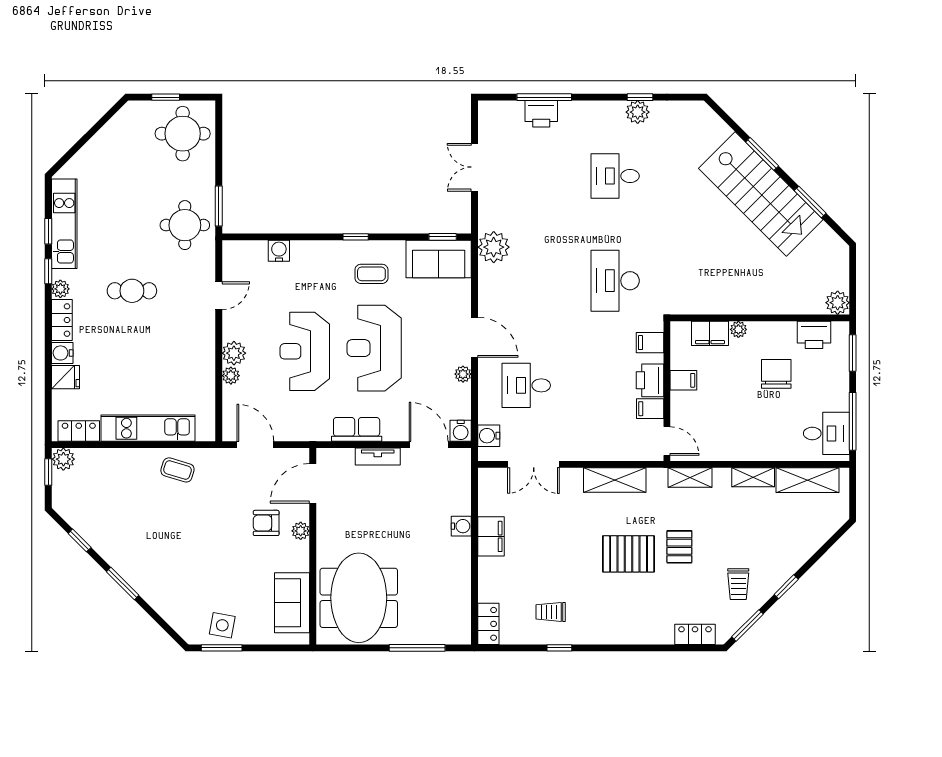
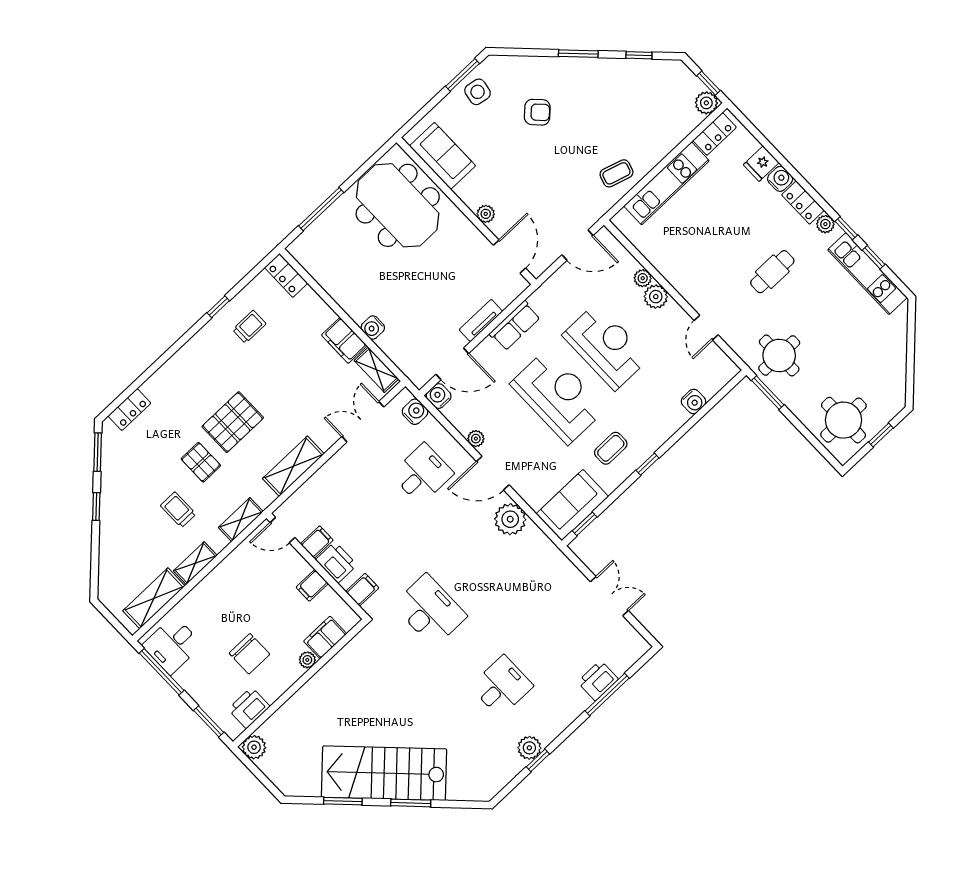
plant: (494, 247) -> (510, 519), moved
shelving: (488, 493) -> (376, 370), added
armchair: (266, 523) -> (537, 112), moved, turned 46
trolley: (738, 584) -> (178, 510), moved

